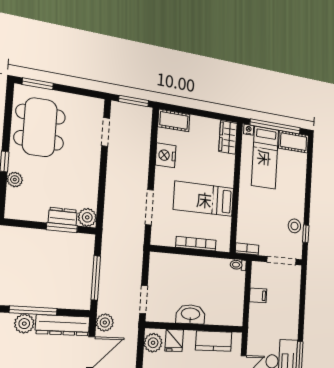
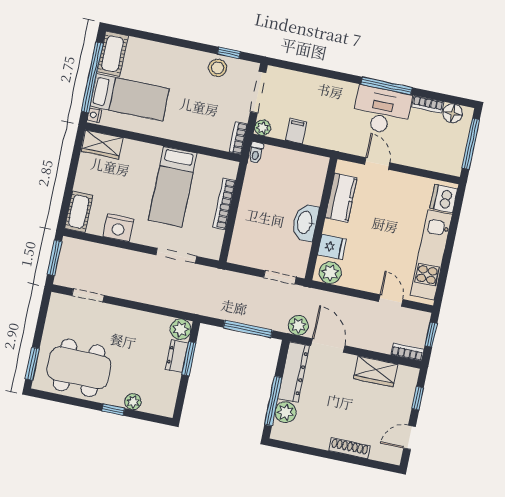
plant: (257, 268) -> (263, 128), added

